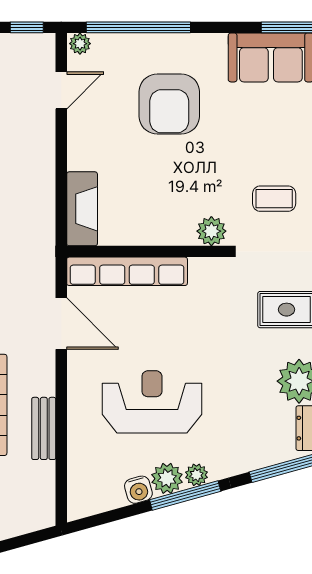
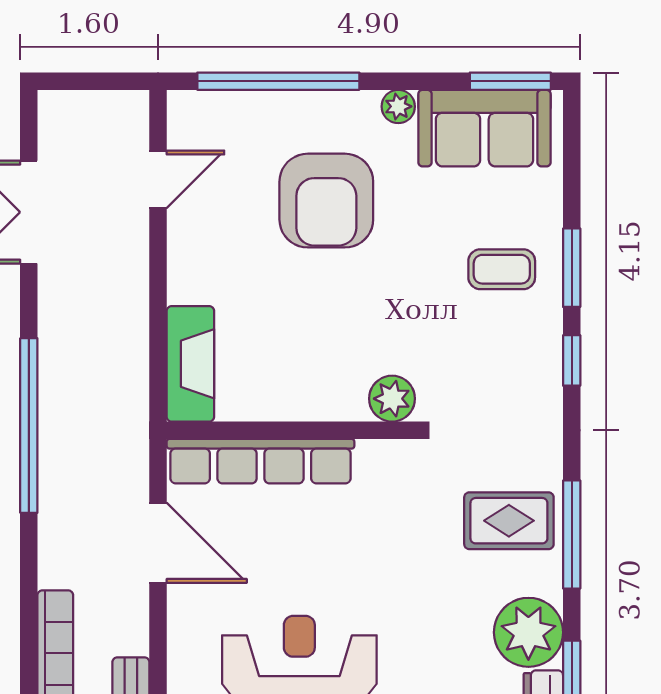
window: (27, 27) -> (104, 81), removed
plant: (80, 44) -> (398, 106), moved
coffee table: (274, 199) -> (502, 269), moved

